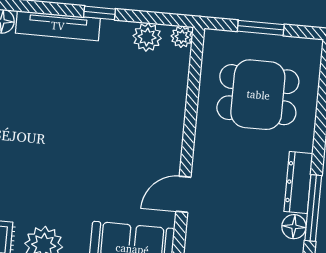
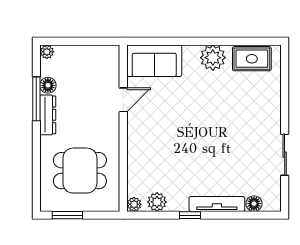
window: (261, 28) -> (67, 215), moved

